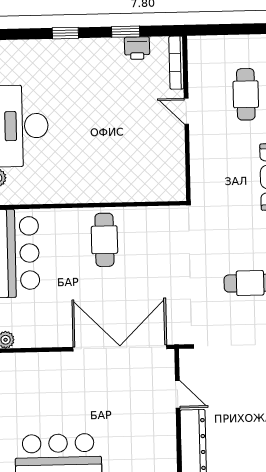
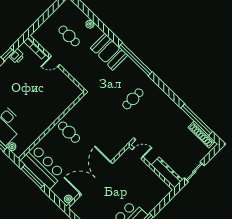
double door: (120, 348) -> (96, 178), moved
door: (178, 394) -> (138, 153), moved

